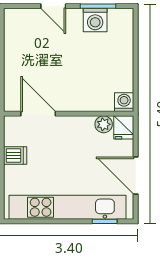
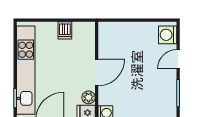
washing machine: (95, 20) -> (168, 35), moved
door: (38, 114) -> (97, 72), moved

